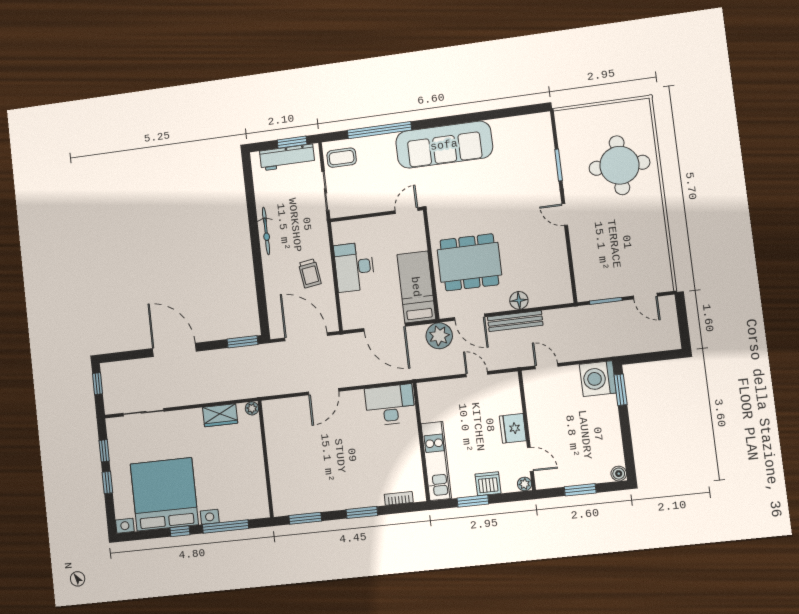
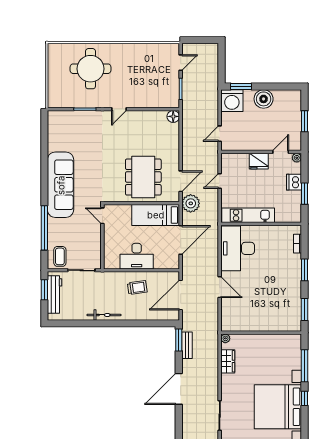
floor lamp: (519, 300) -> (173, 116), moved
bench: (515, 321) -> (187, 345), moved, width x0.73
desk: (390, 405) -> (238, 248), width x1.36, depth x1.30
kitchen unit: (436, 461) -> (248, 215), moved
boiler: (619, 474) -> (264, 99), moved, width x1.86, depth x1.86

